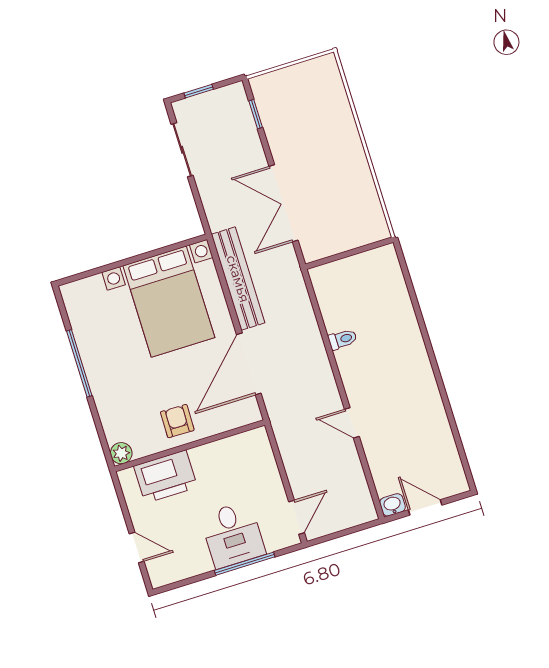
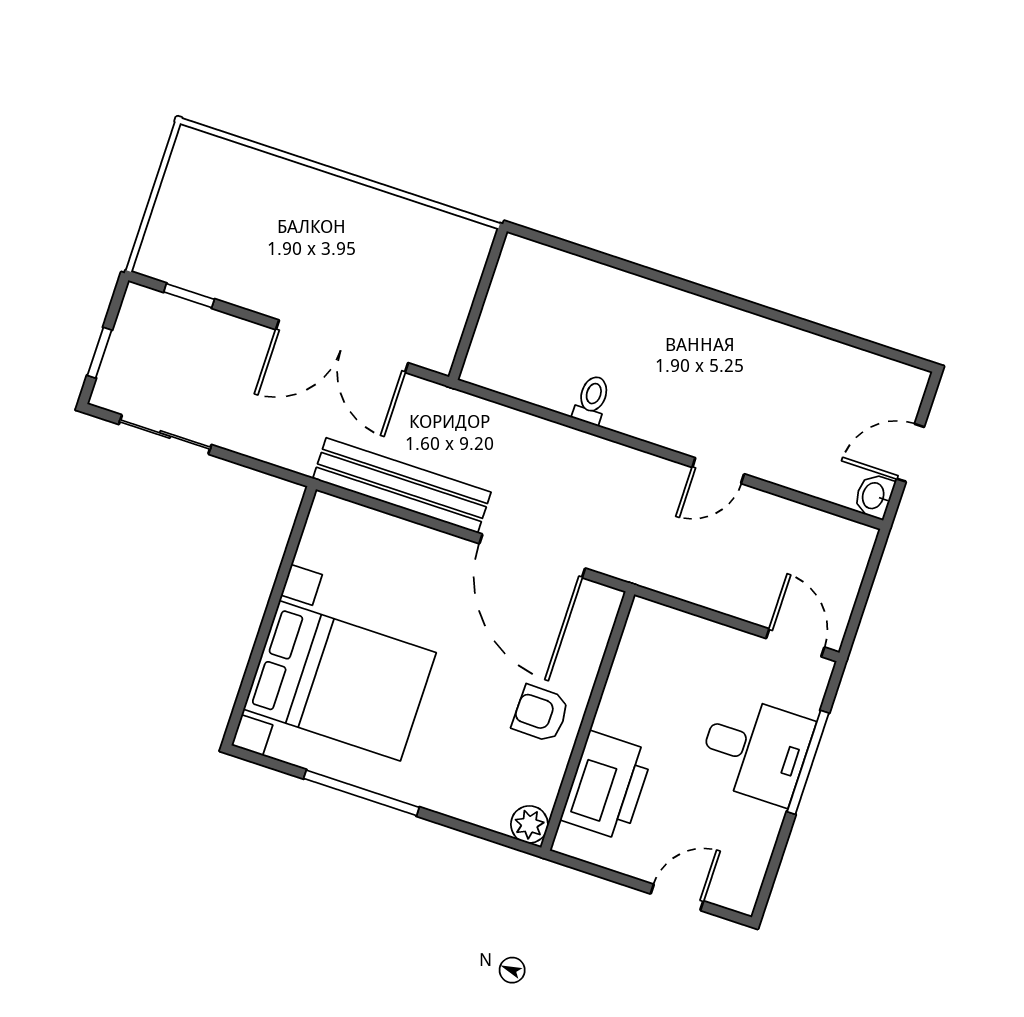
bed with nightstands: (169, 302) -> (340, 681), moved

